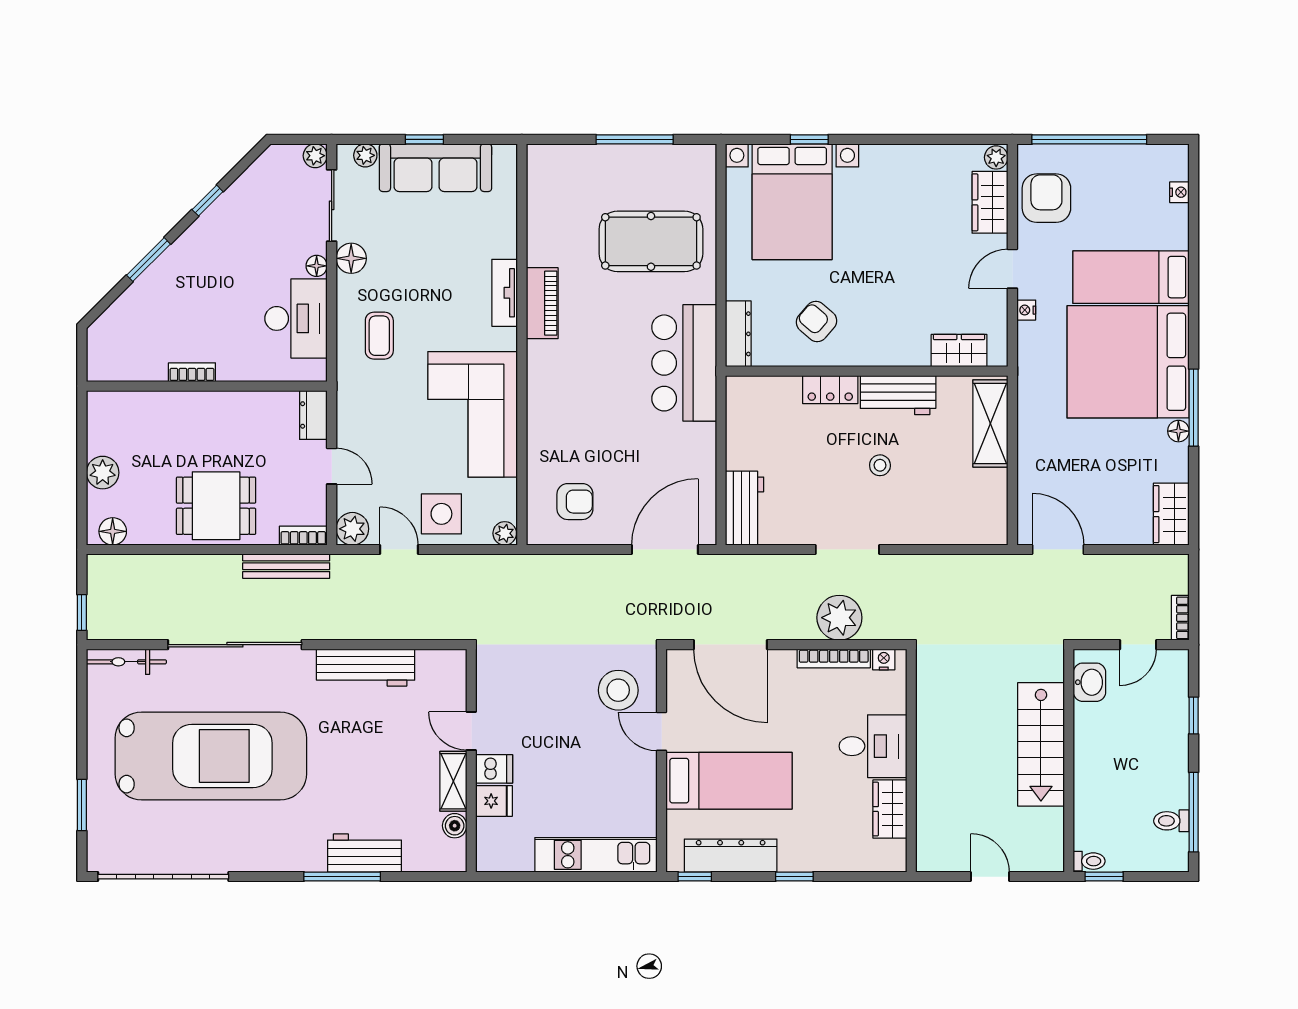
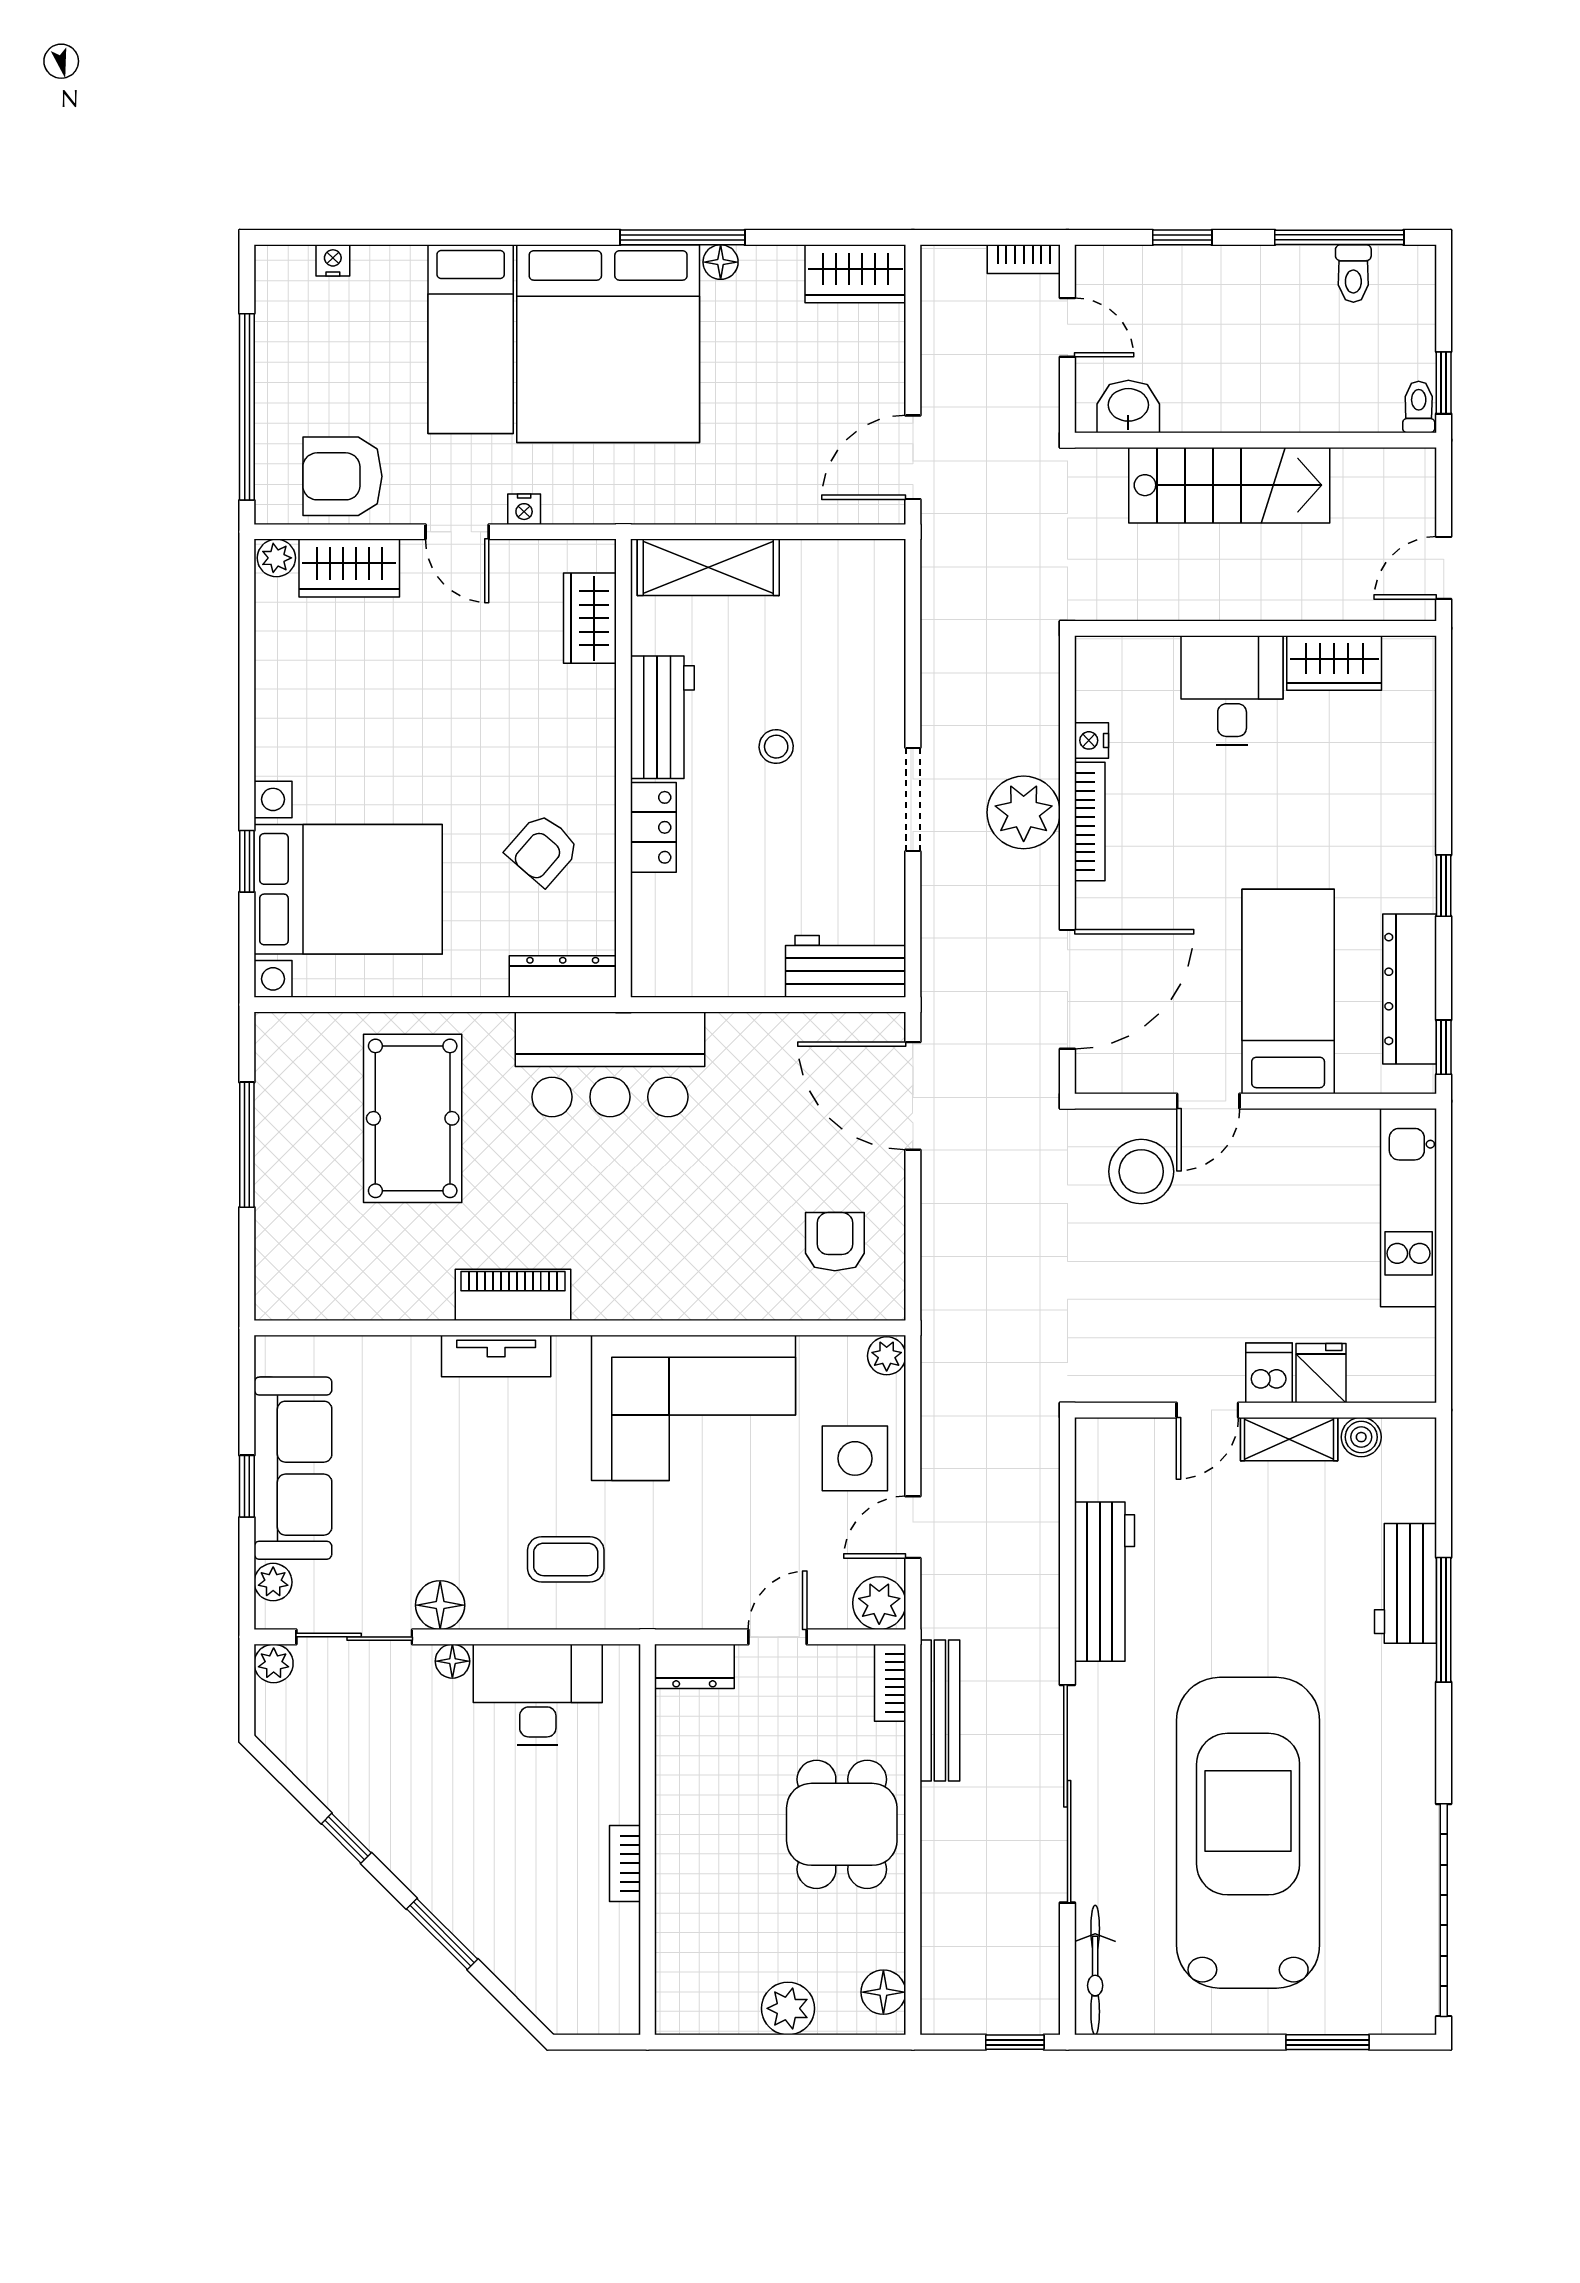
desk: (873, 746) -> (1232, 690), moved
wall: (911, 761) -> (1256, 628), moved
wardrobe: (890, 809) -> (1334, 663), moved

